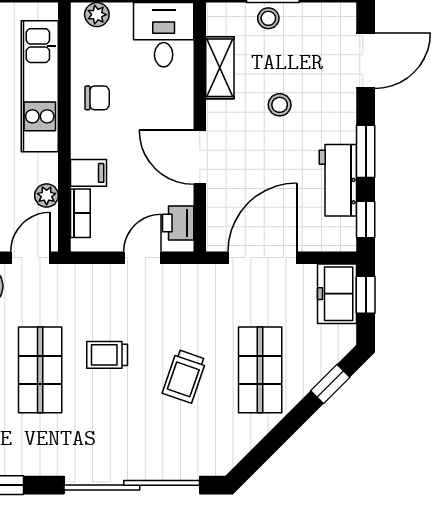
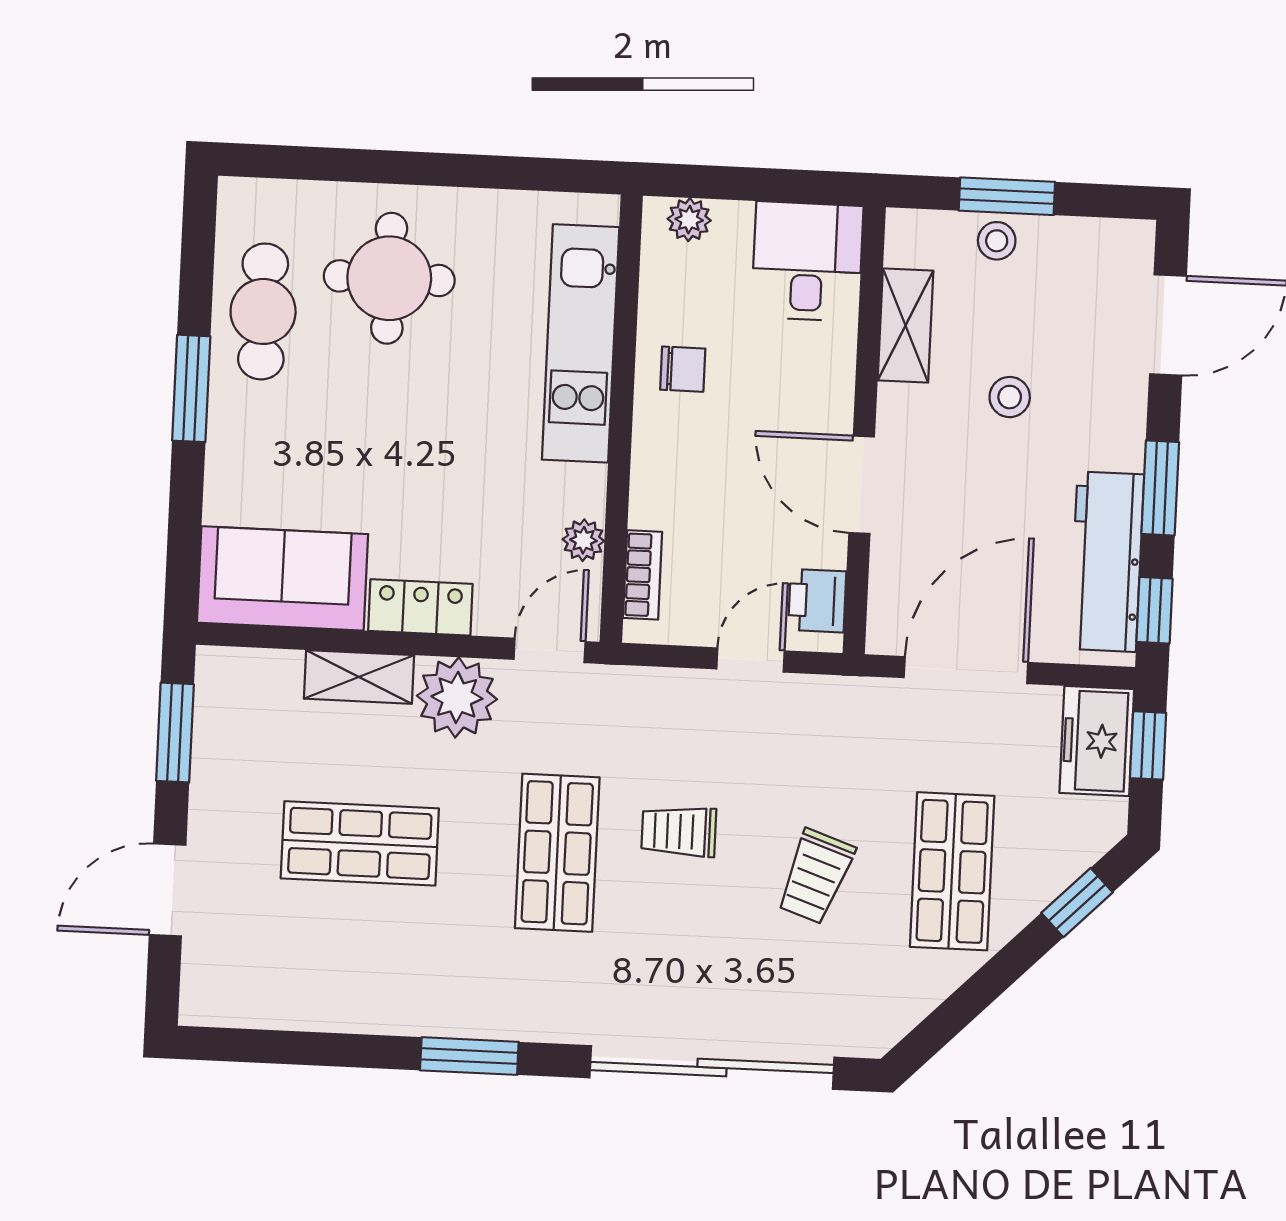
filing cabinet: (88, 173) -> (661, 503), removed
workbench: (338, 180) -> (1107, 562), width x1.38

